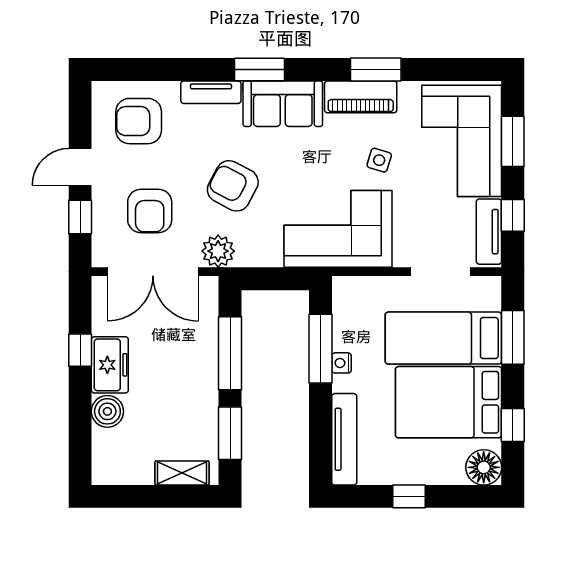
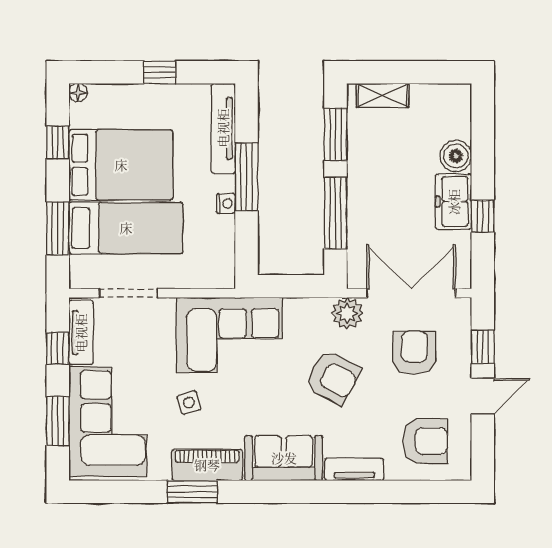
window: (260, 69) -> (306, 492), removed
side table: (379, 160) -> (189, 403), turned -33
window: (321, 349) -> (247, 177), moved
floor lamp: (484, 467) -> (78, 93), width x0.53, depth x0.53

